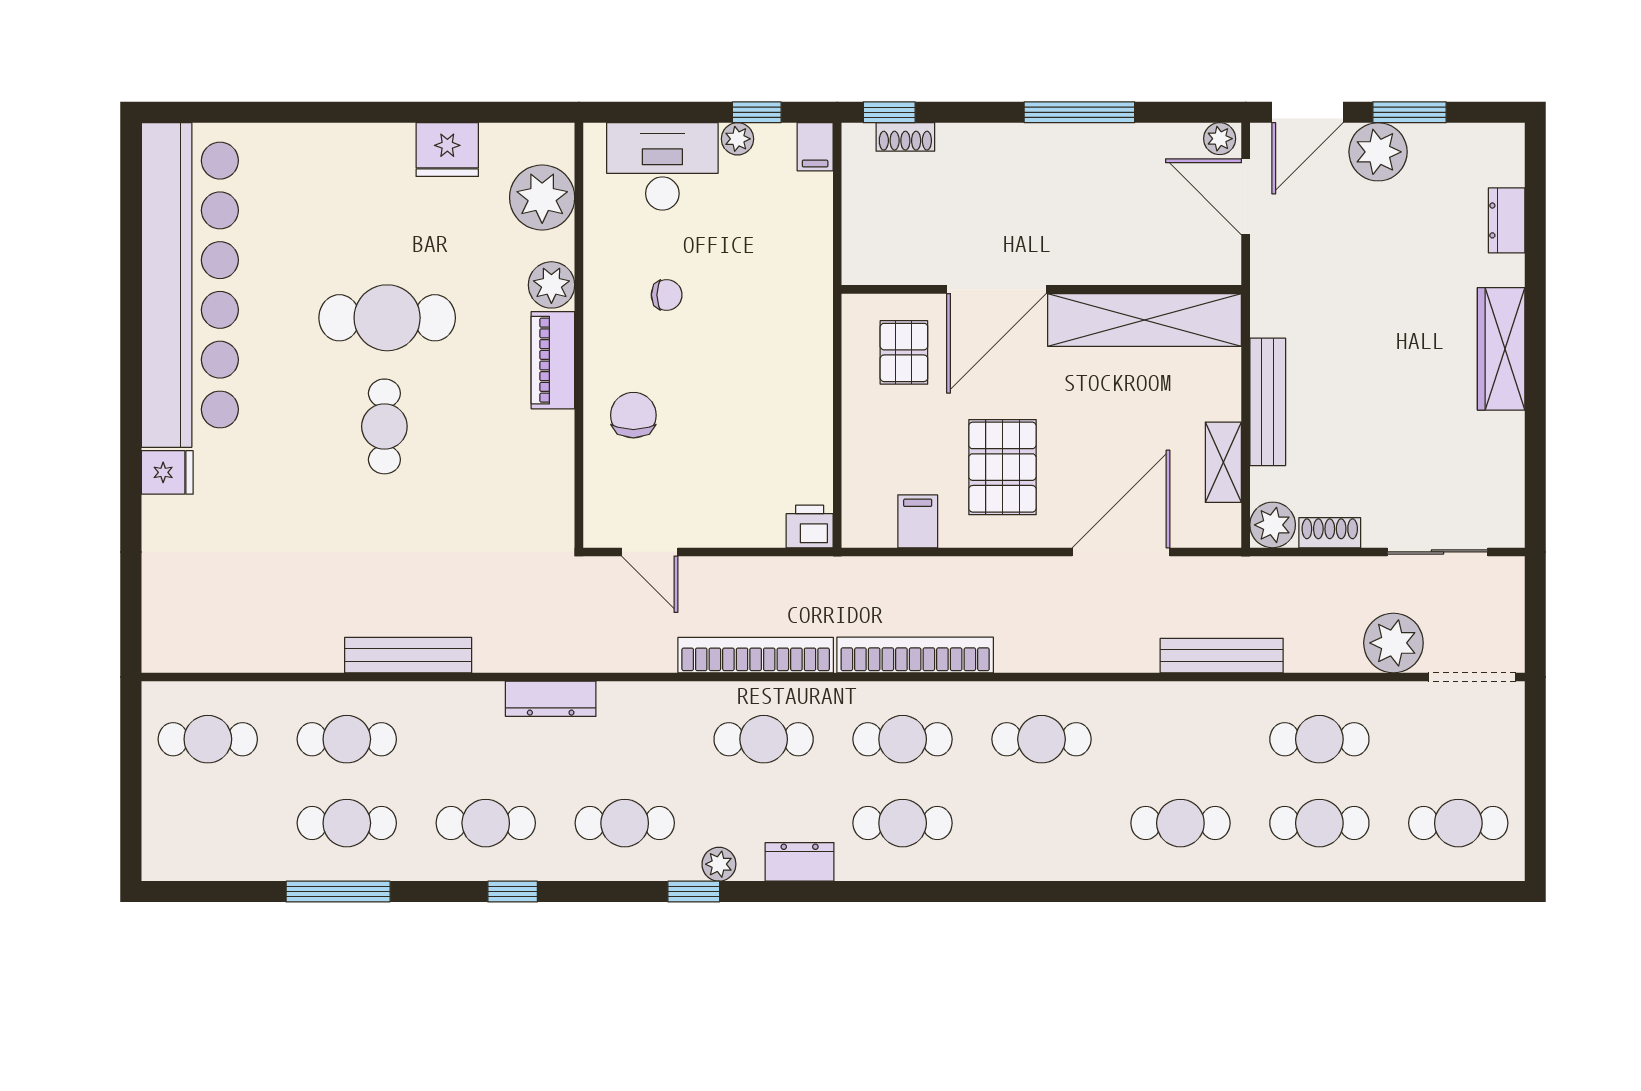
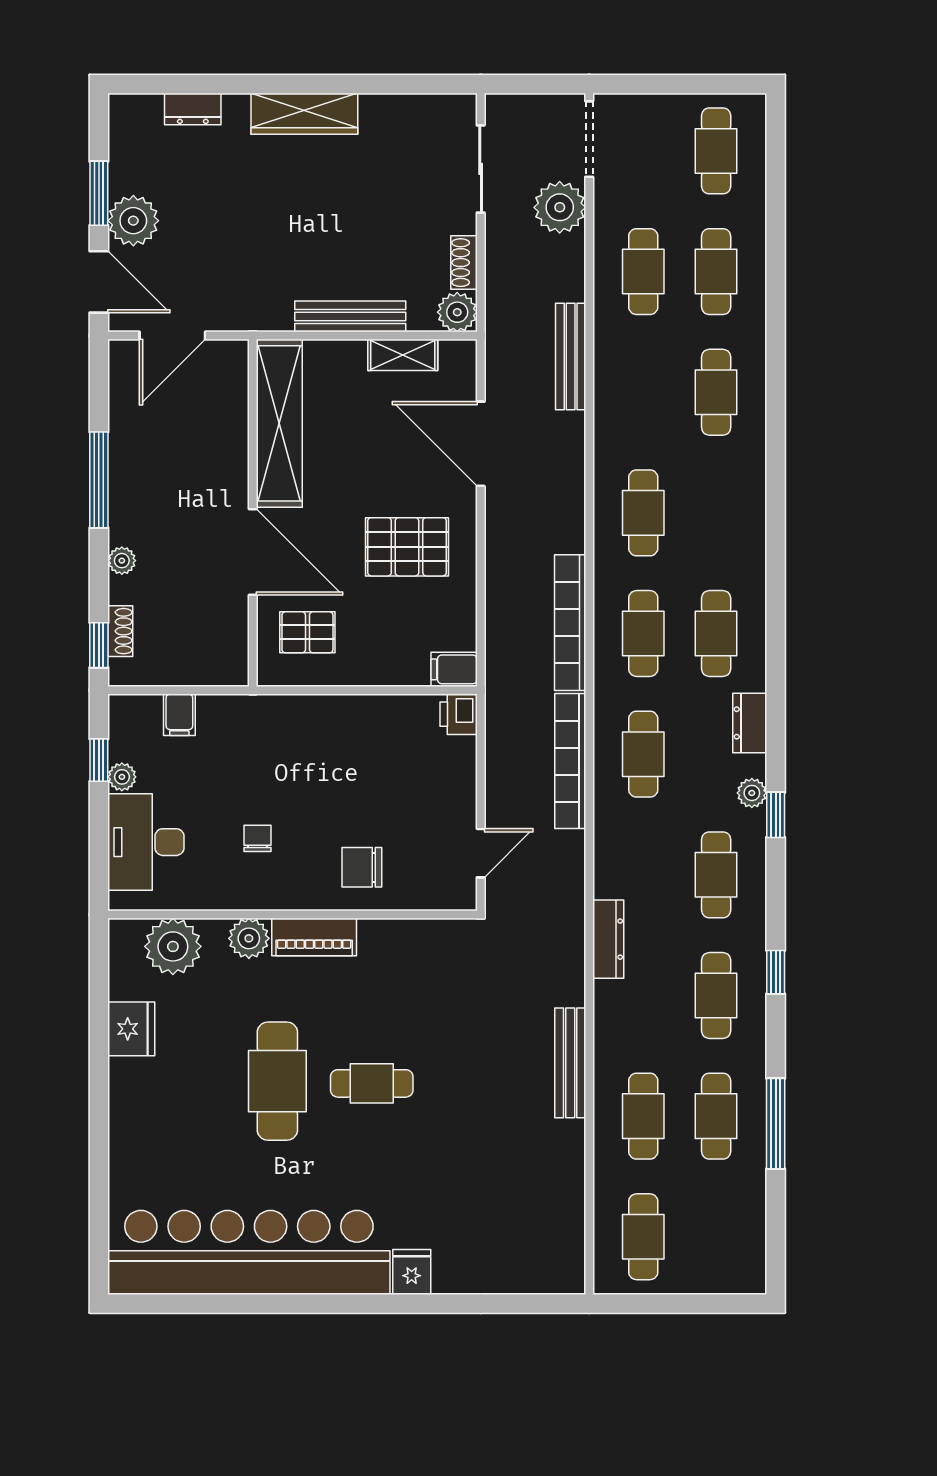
plant: (1220, 139) -> (122, 561), moved
filing cabinet: (815, 147) -> (179, 715), moved, turned 90
filing cabinet: (918, 521) -> (454, 669), moved

